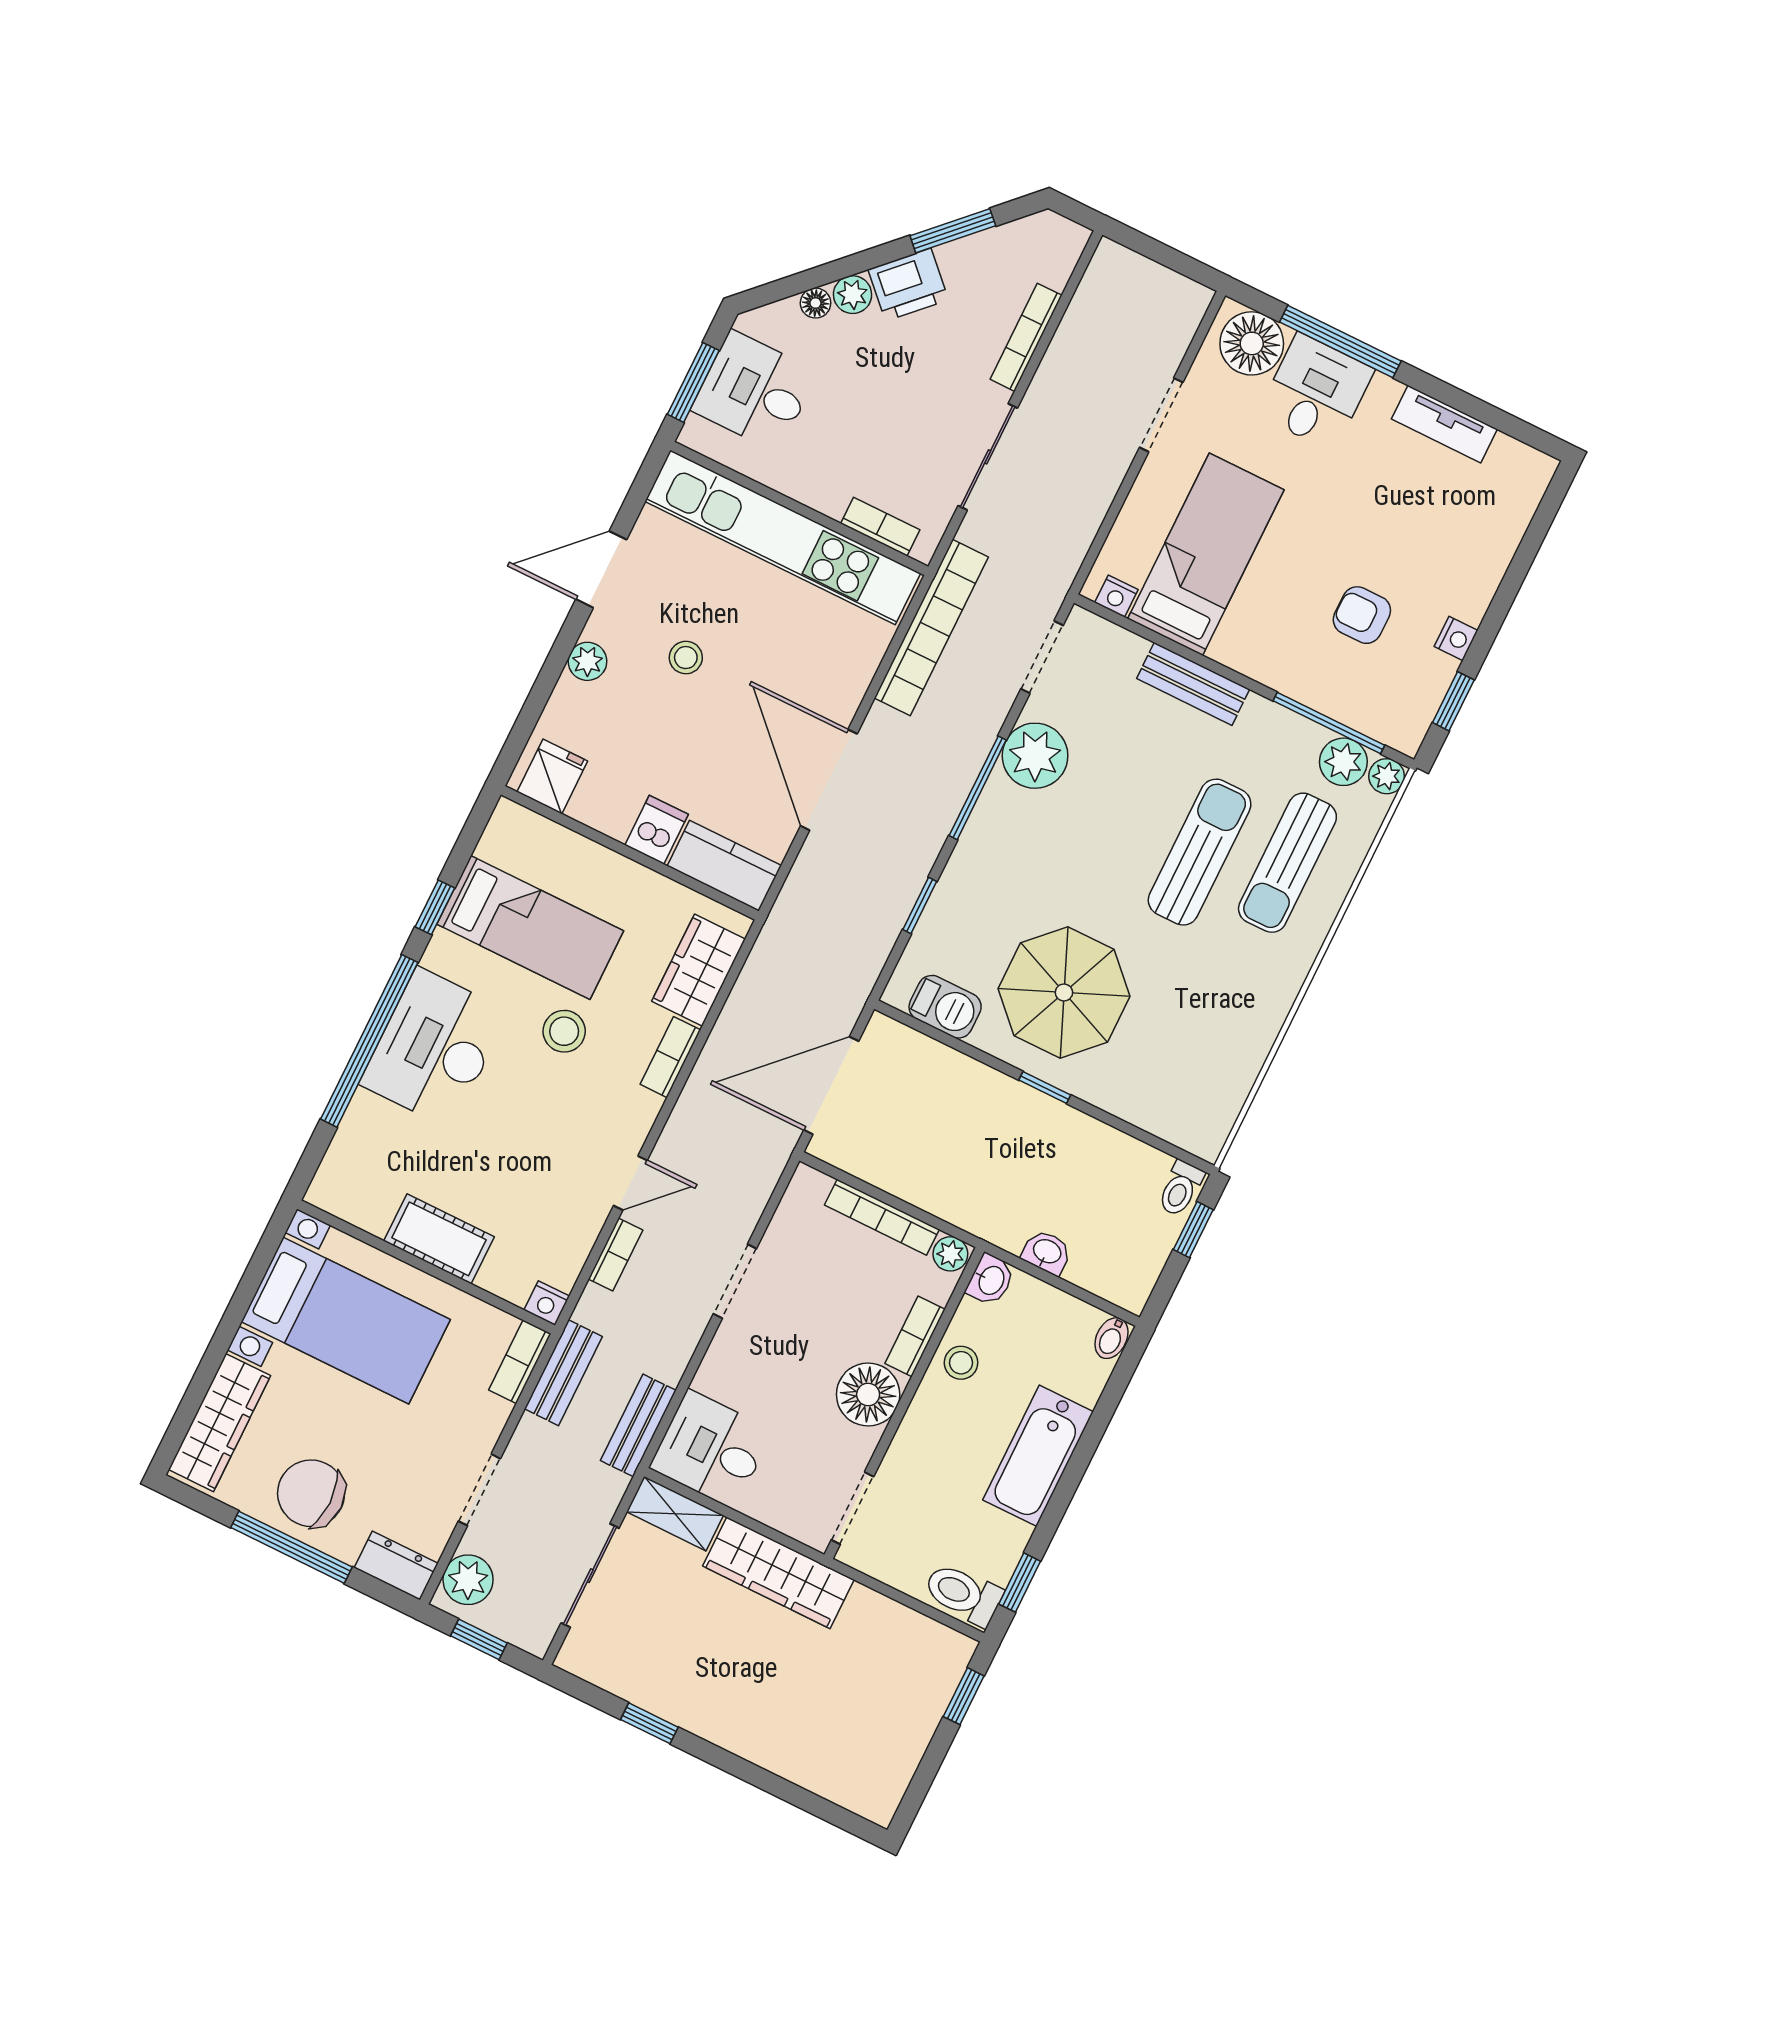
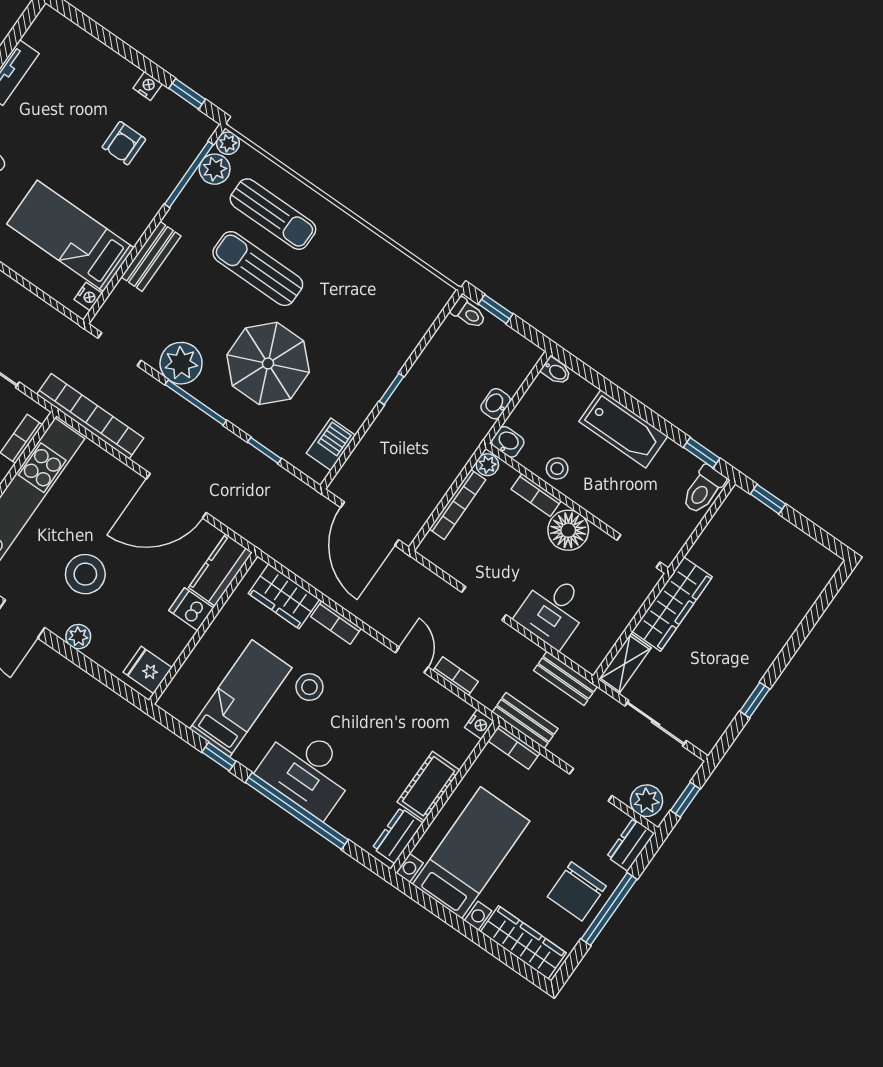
stool: (686, 658) -> (85, 574), width x1.89, depth x1.89
parasol: (1064, 993) -> (268, 363), moved
dresser: (355, 1203) -> (398, 835), added
desk: (711, 1449) -> (553, 611), moved

